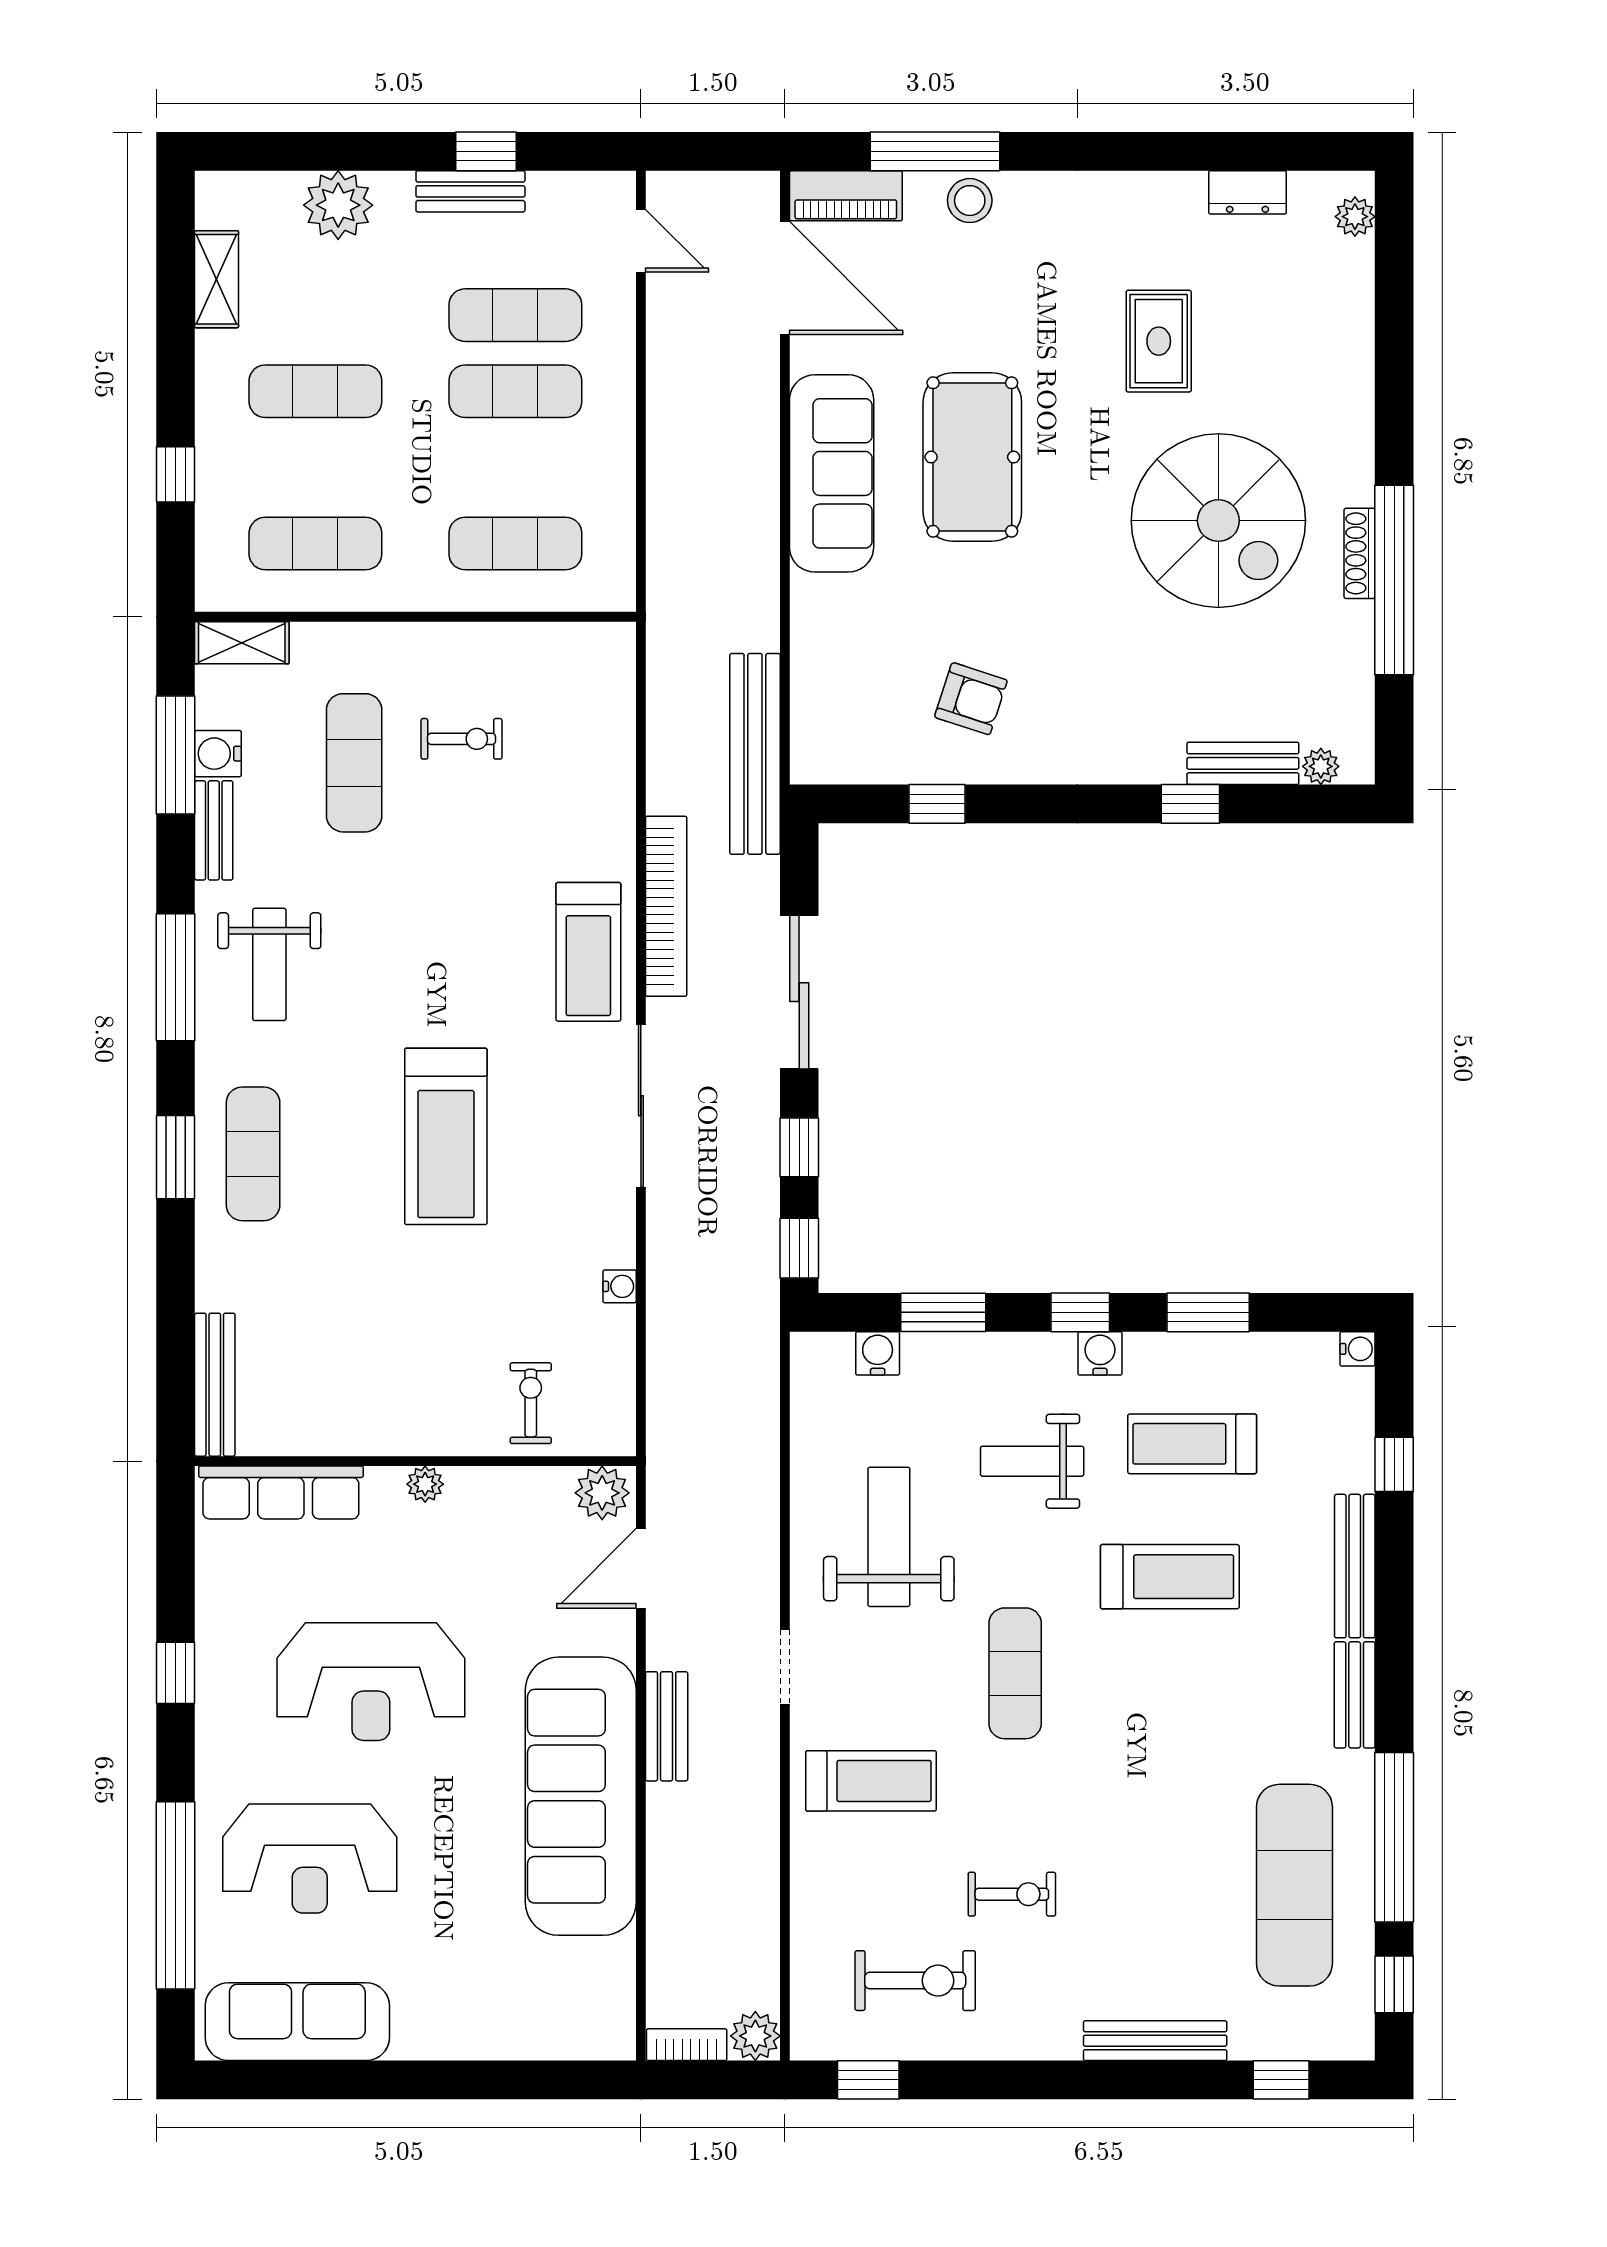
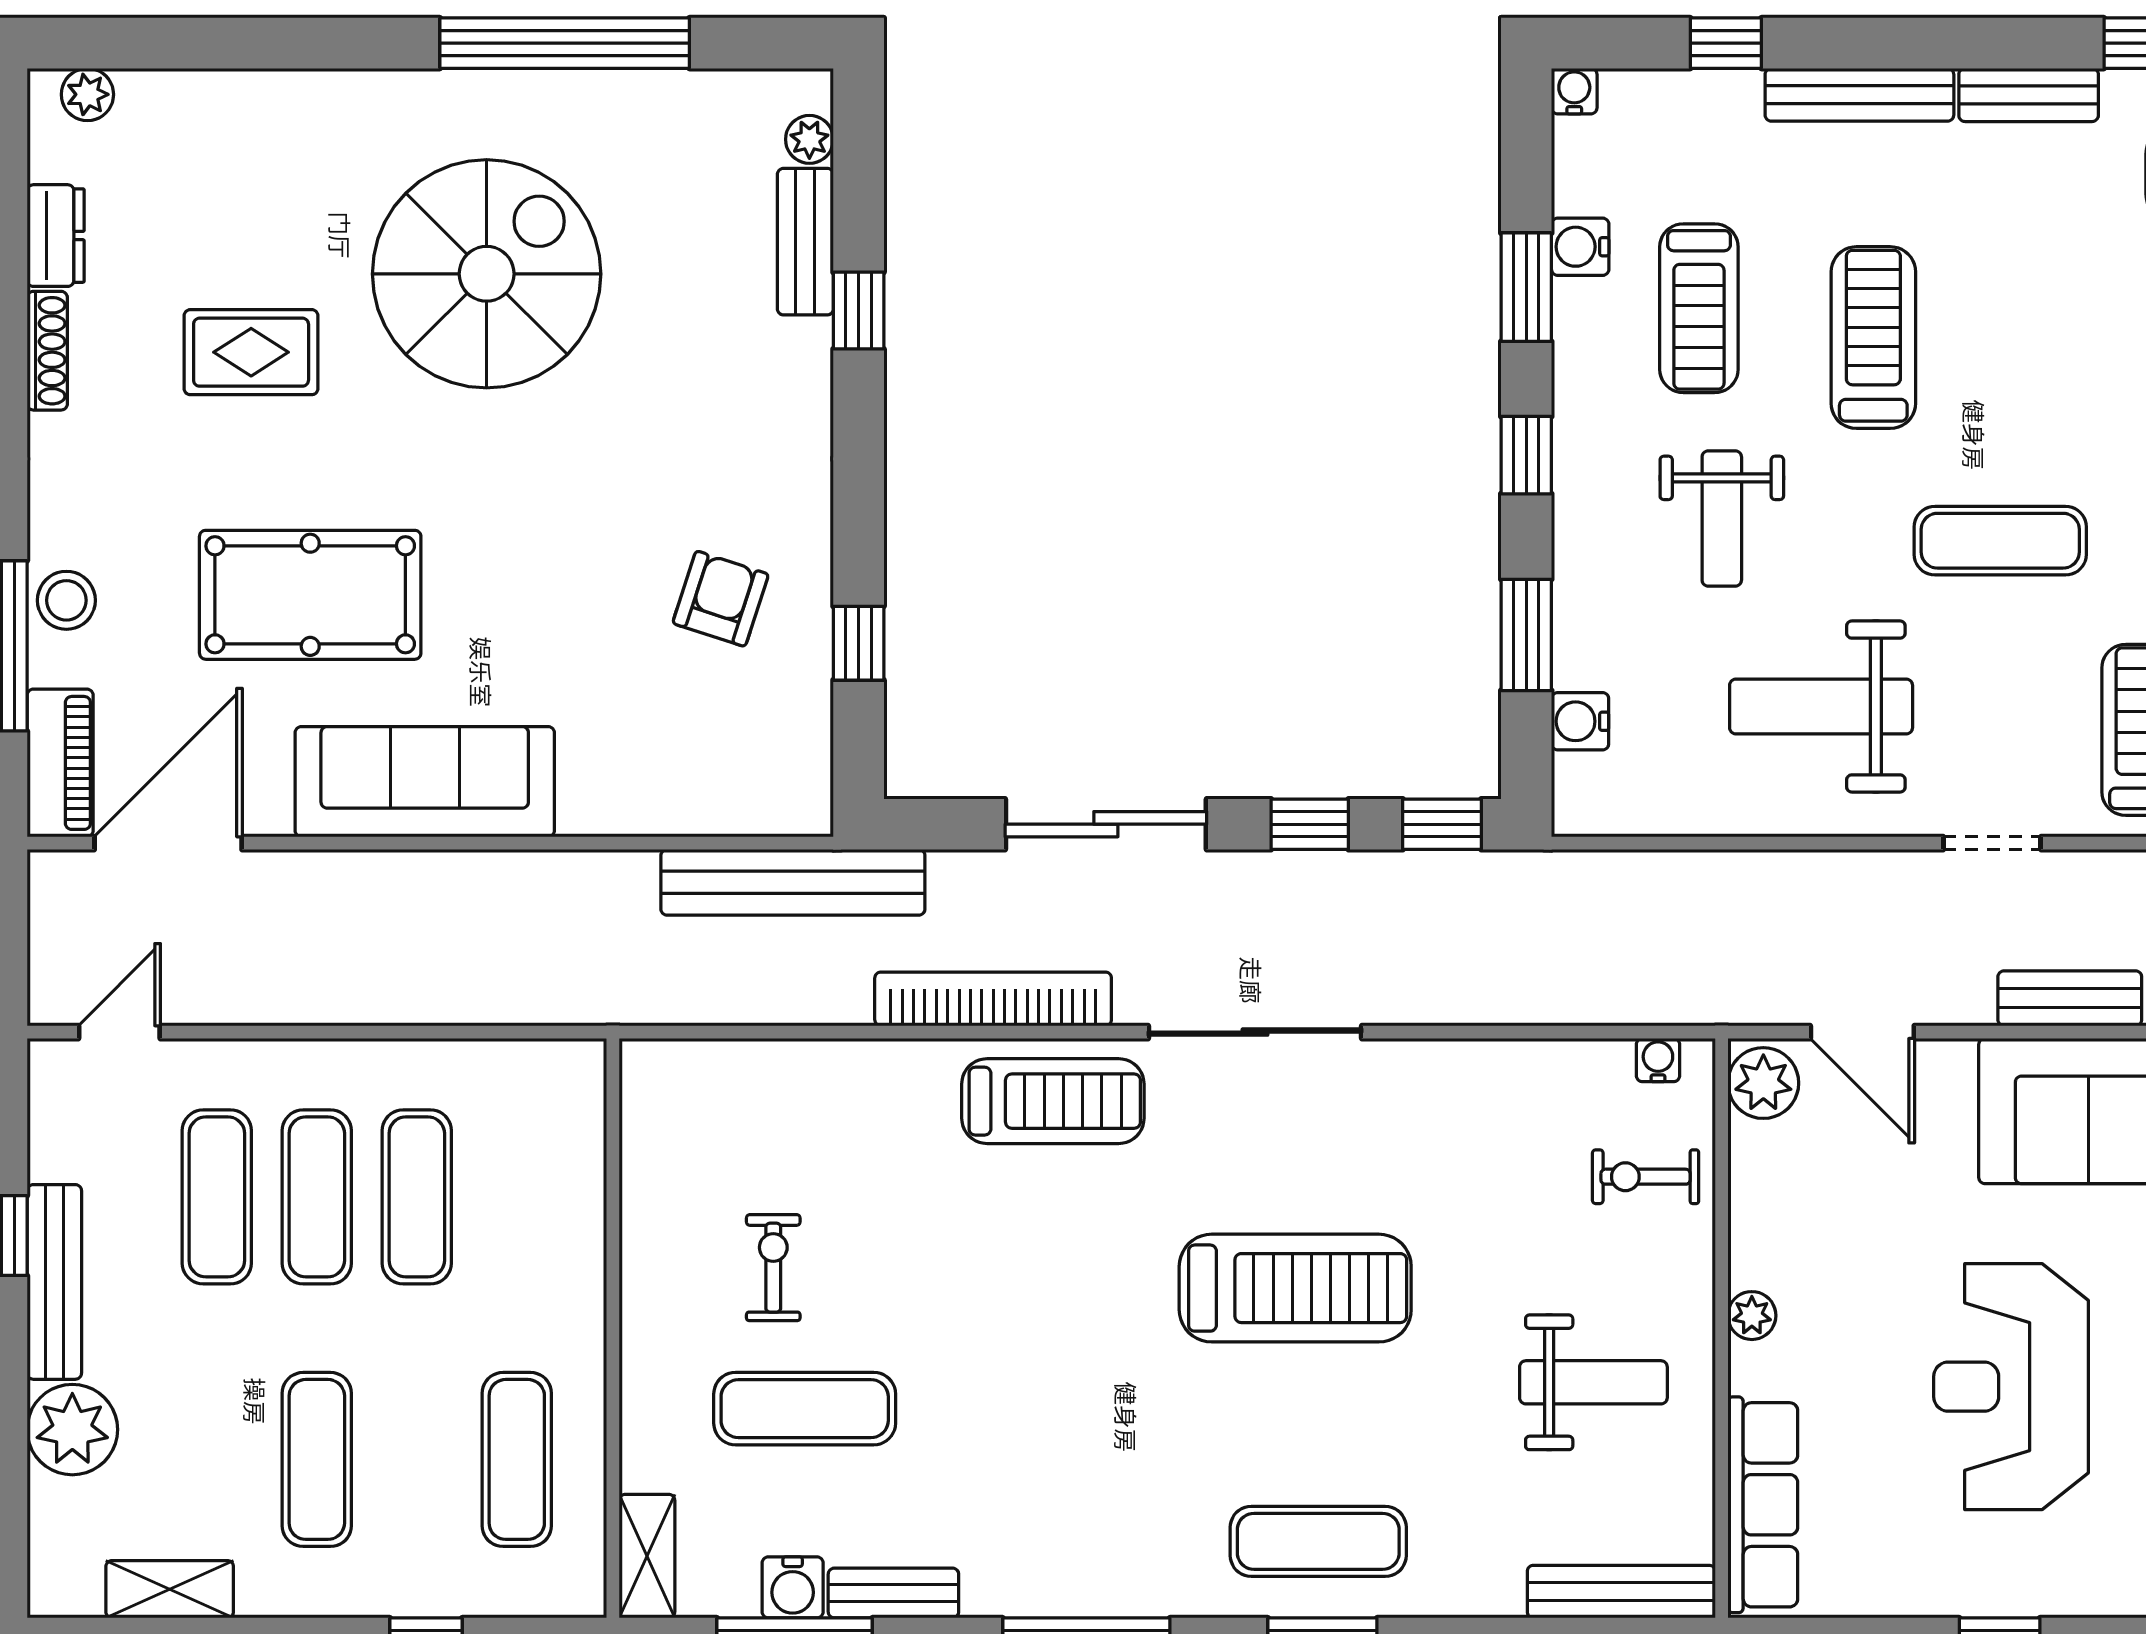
bench: (470, 191) -> (54, 1282), width x1.36
pool table: (972, 457) -> (310, 595), moved
exercise mat: (515, 544) -> (417, 1197), moved
shoe rack: (1360, 553) -> (47, 351), moved, turned -90
weight bench: (269, 964) -> (1593, 1382), moved
water cooler: (620, 1286) -> (1658, 1060), moved
water cooler: (1100, 1353) -> (1580, 247), moved
reception desk: (371, 1682) -> (2011, 1387), turned 180

